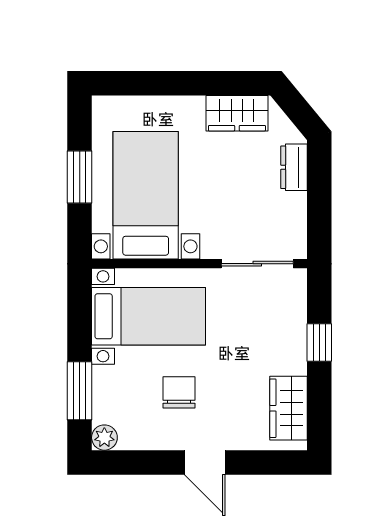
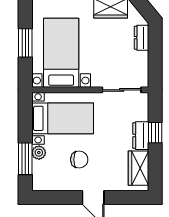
dresser: (293, 348) -> (141, 136), added
chair: (179, 392) -> (79, 160), turned 90
plant: (104, 438) -> (39, 153), moved

